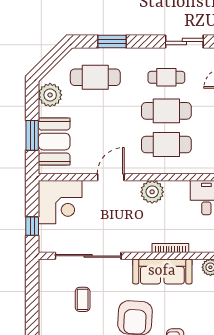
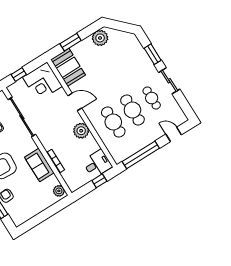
sliding door: (184, 41) -> (169, 81), moved
cafe table: (95, 77) -> (126, 57), removed
booth: (54, 142) -> (68, 67), moved, turned 90
sofa: (162, 271) -> (39, 165), width x0.73

